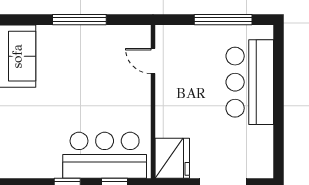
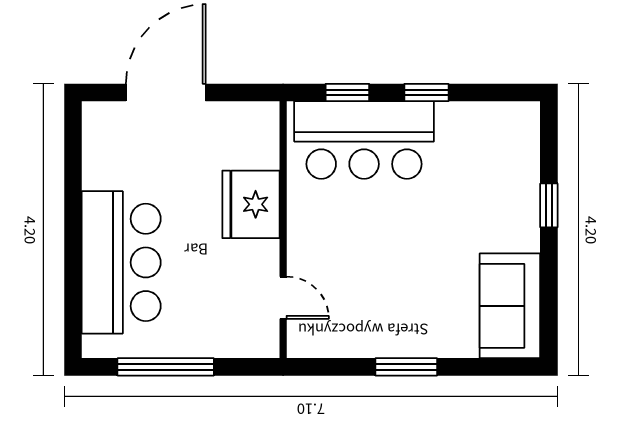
window: (79, 20) -> (406, 367), width x0.69
fridge: (172, 158) -> (251, 204), moved

